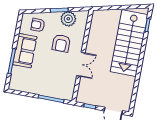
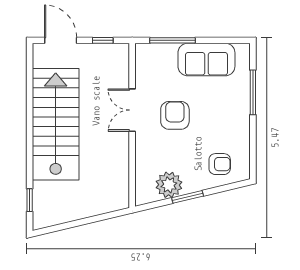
armchair: (61, 43) -> (175, 115), moved
stairs: (129, 43) -> (56, 124), moved
sofa: (25, 51) -> (206, 59), moved, turned -90

